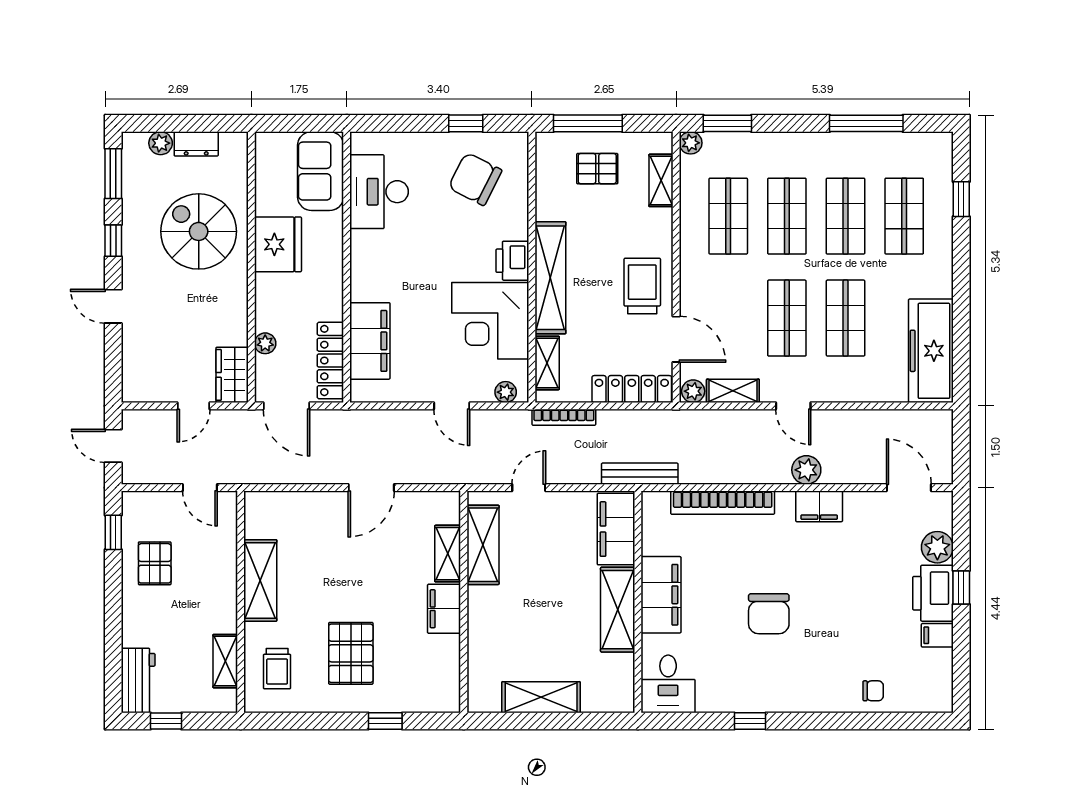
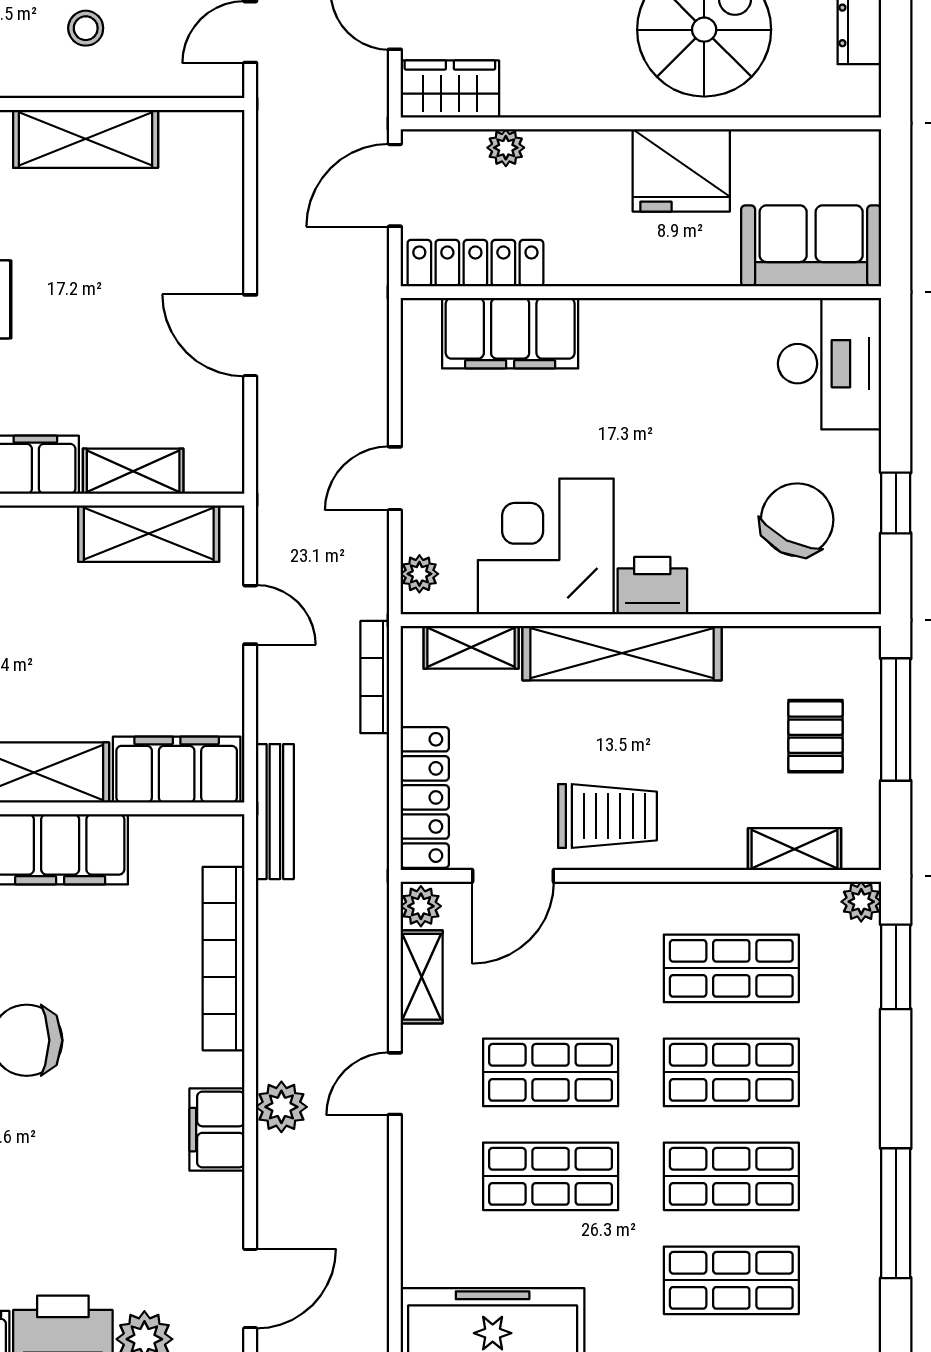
desk: (379, 192) -> (830, 364), moved, turned 90
stool: (198, 580) -> (86, 28), added

